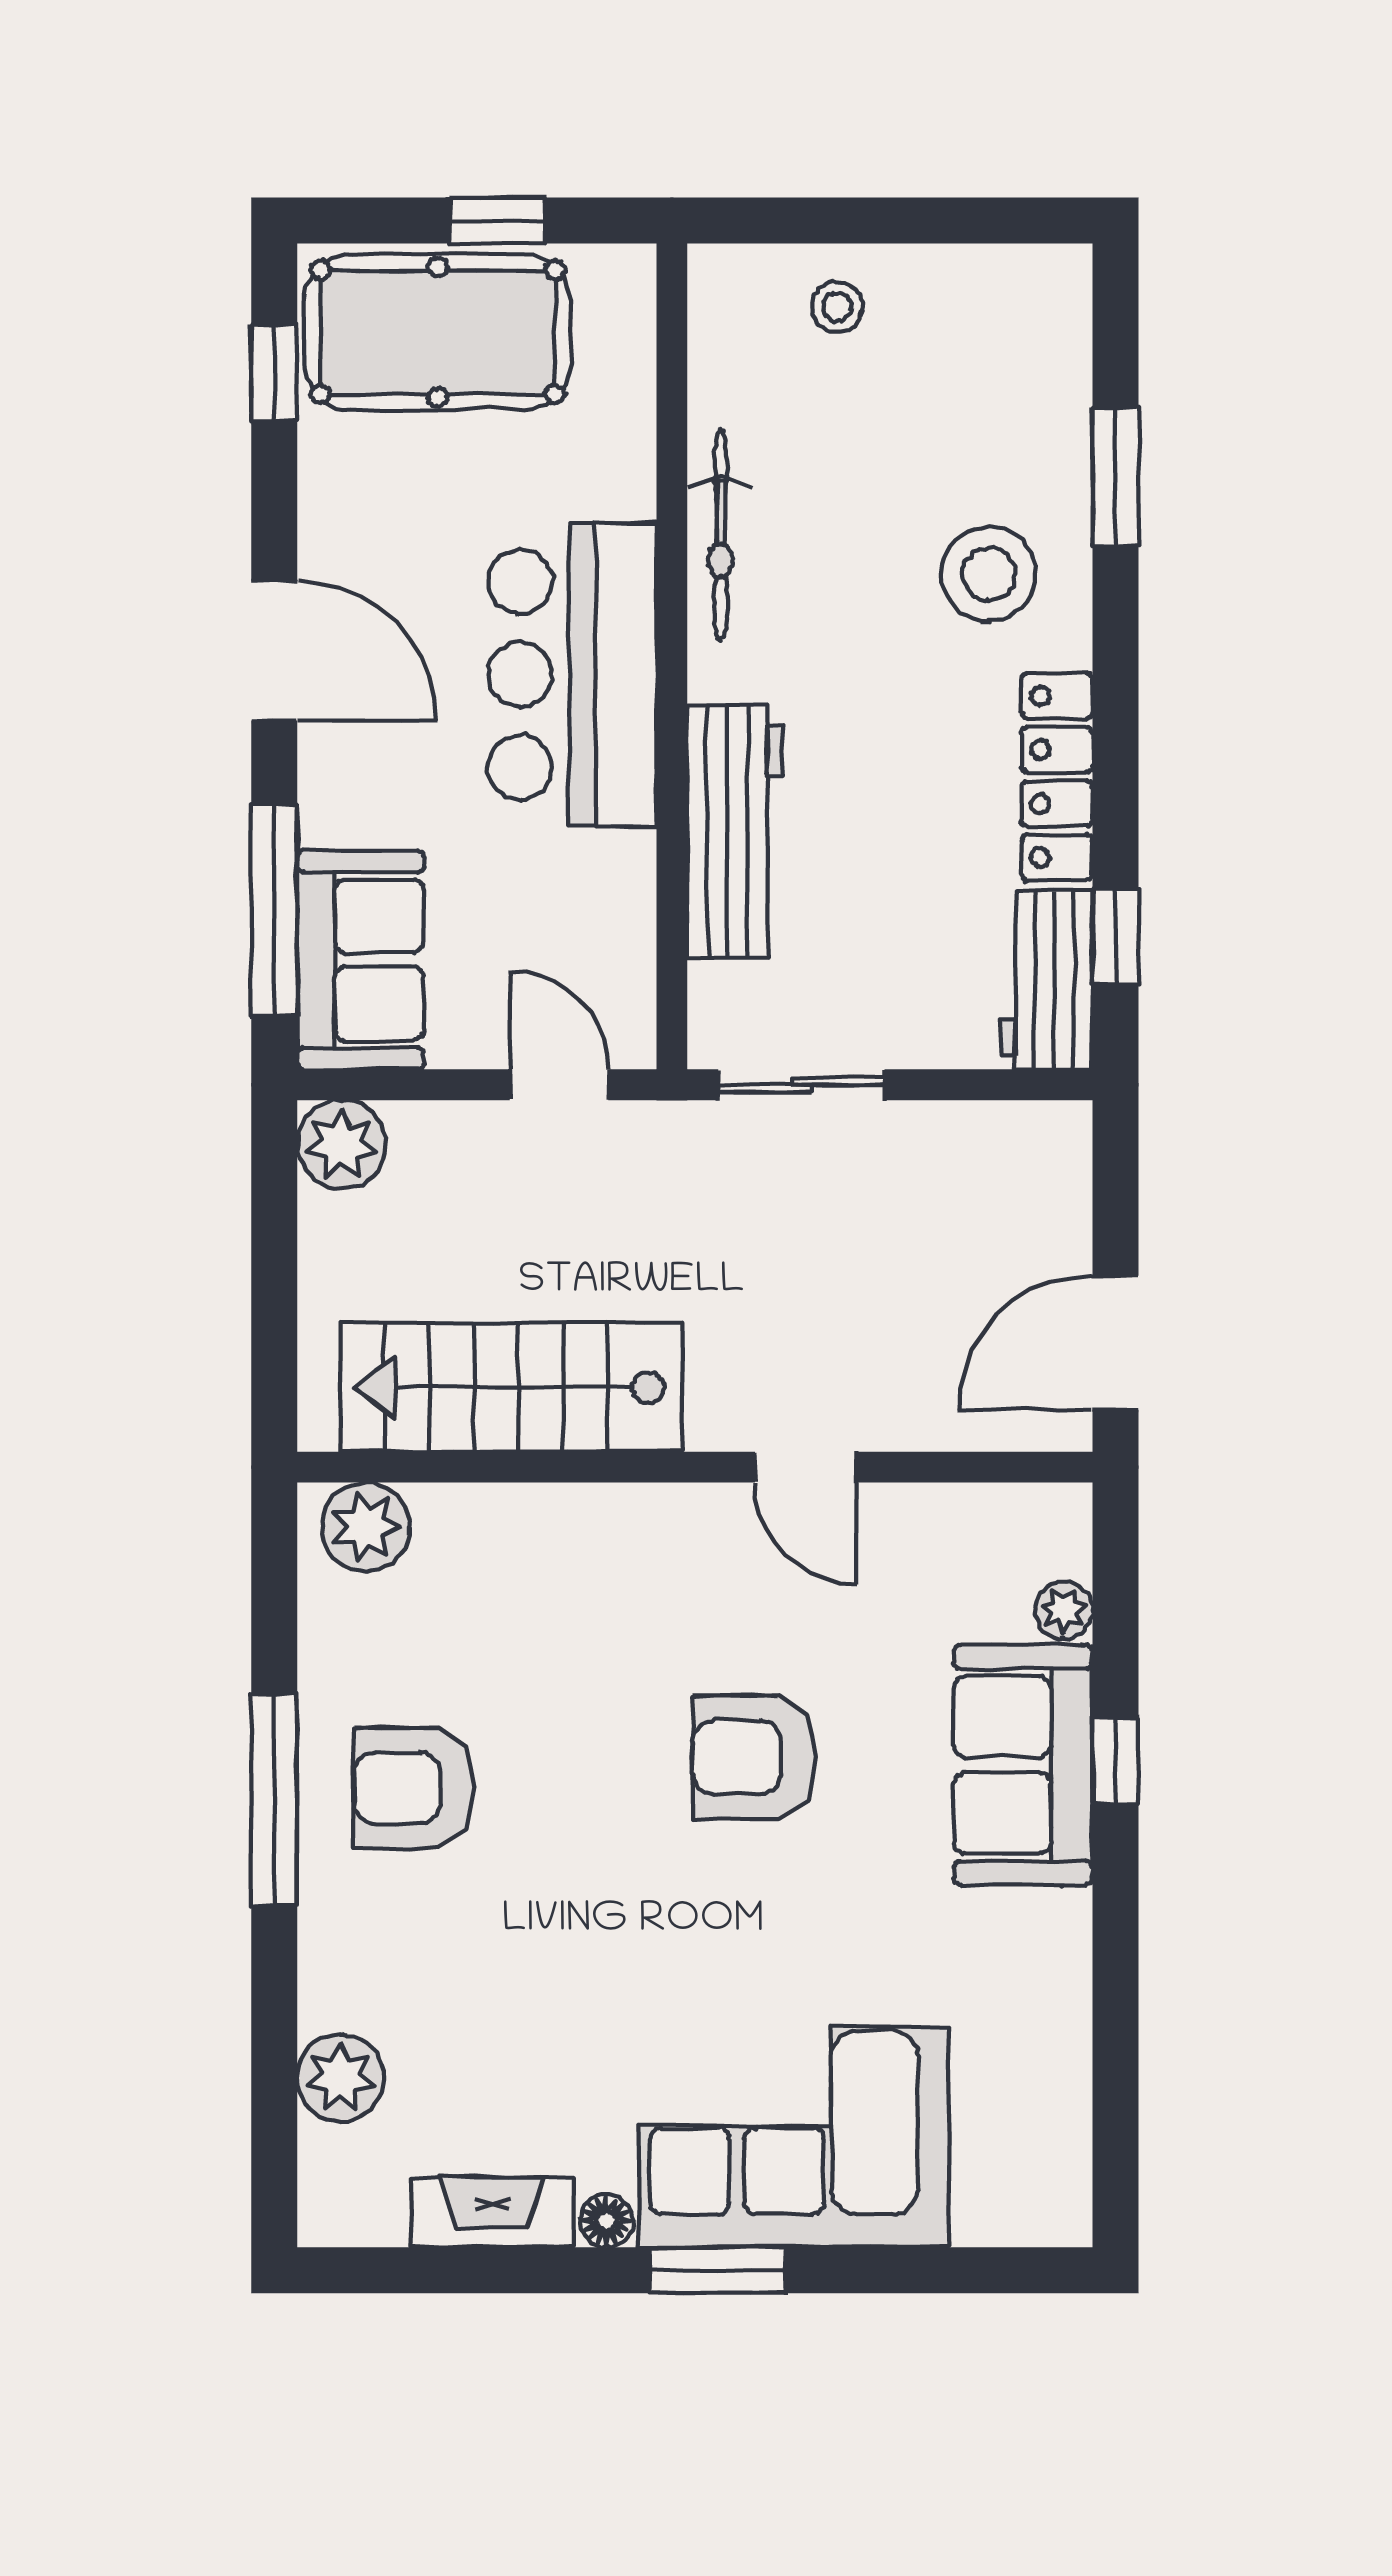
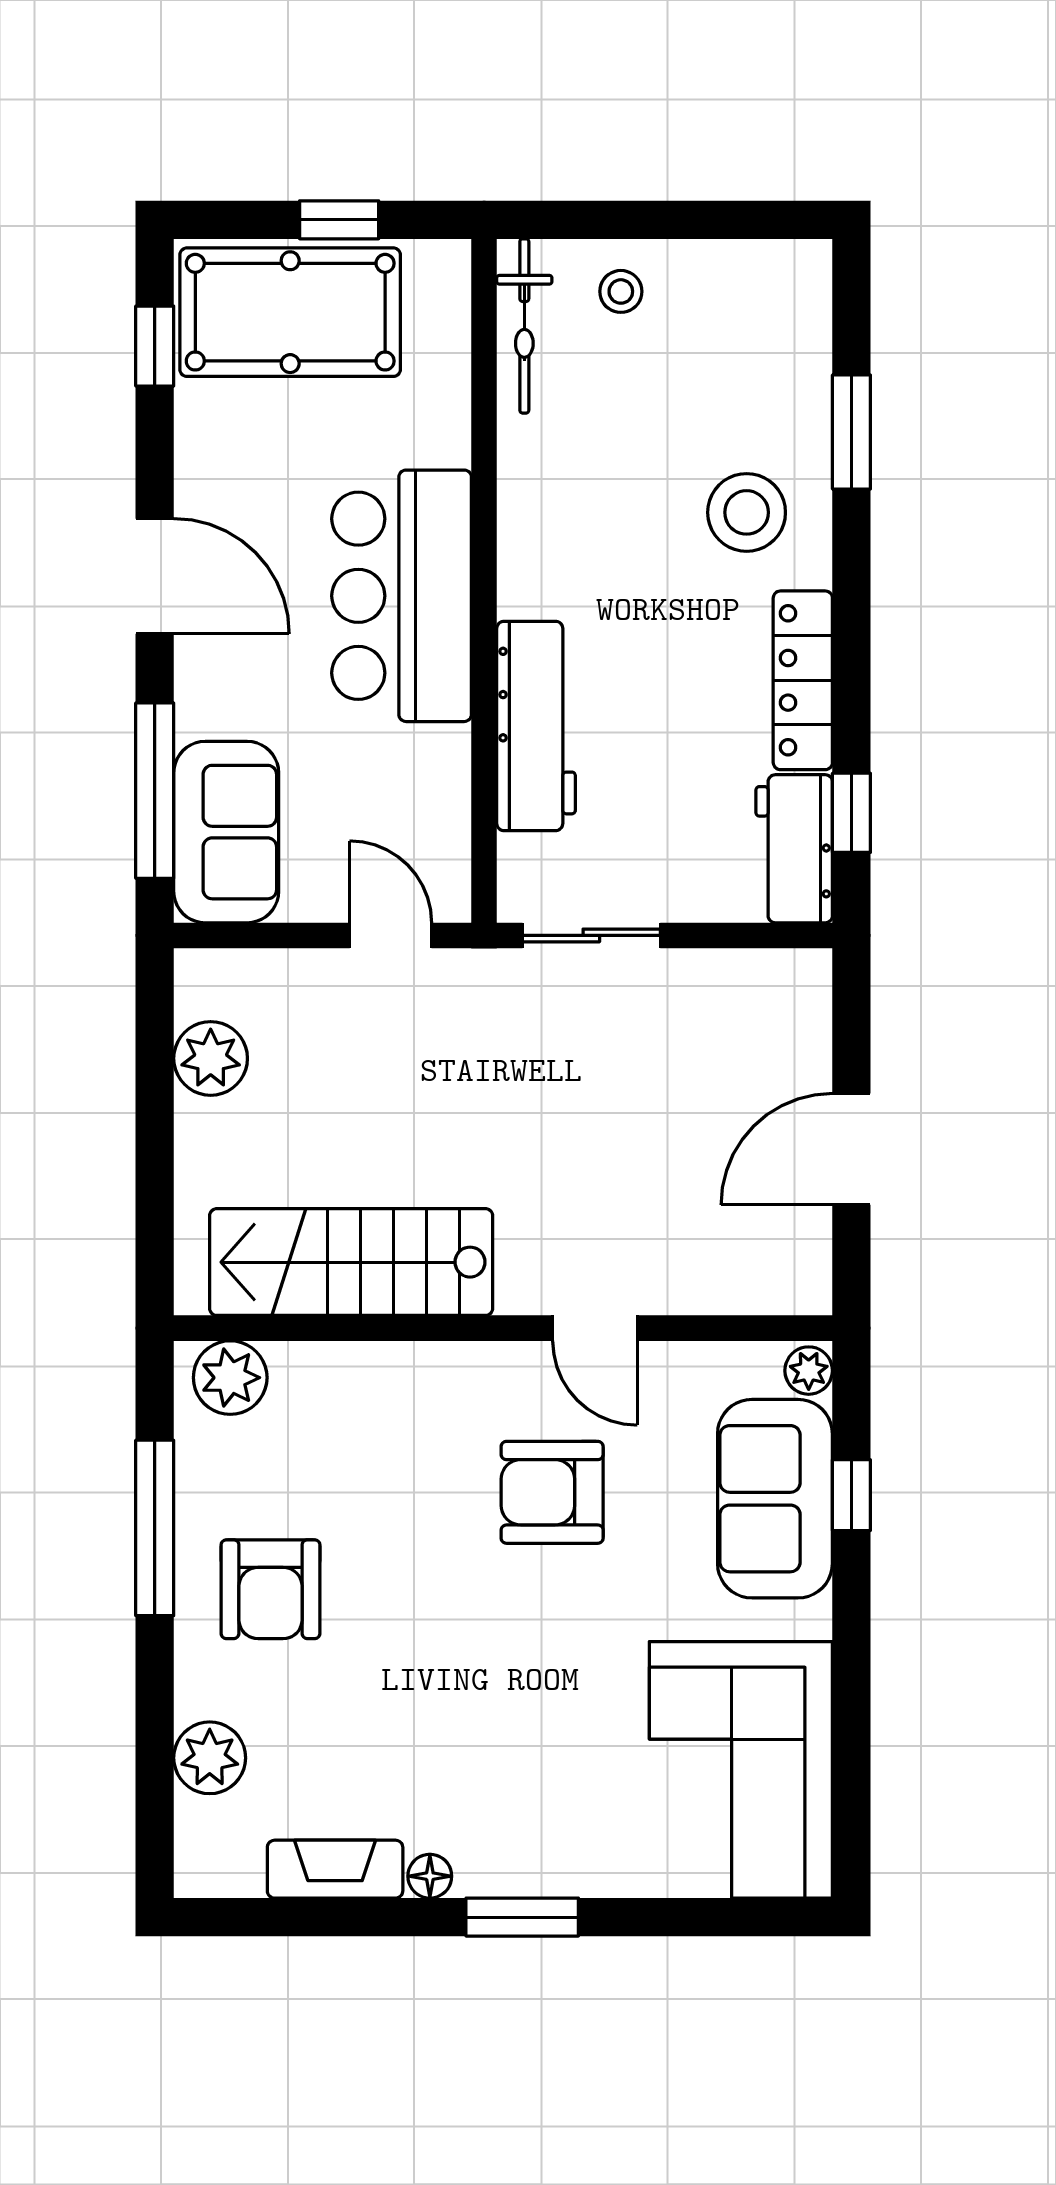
bicycle: (721, 535) -> (524, 326), moved
plant: (342, 1145) -> (211, 1058), moved
stairs: (511, 1387) -> (351, 1262), moved
wall: (695, 1467) -> (503, 1328), moved
door: (806, 1467) -> (595, 1328), moved
plant: (365, 1527) -> (230, 1378), moved
armchair: (414, 1788) -> (271, 1589), moved, turned -90
corner sofa: (794, 2137) -> (741, 1770), moved, turned -90

